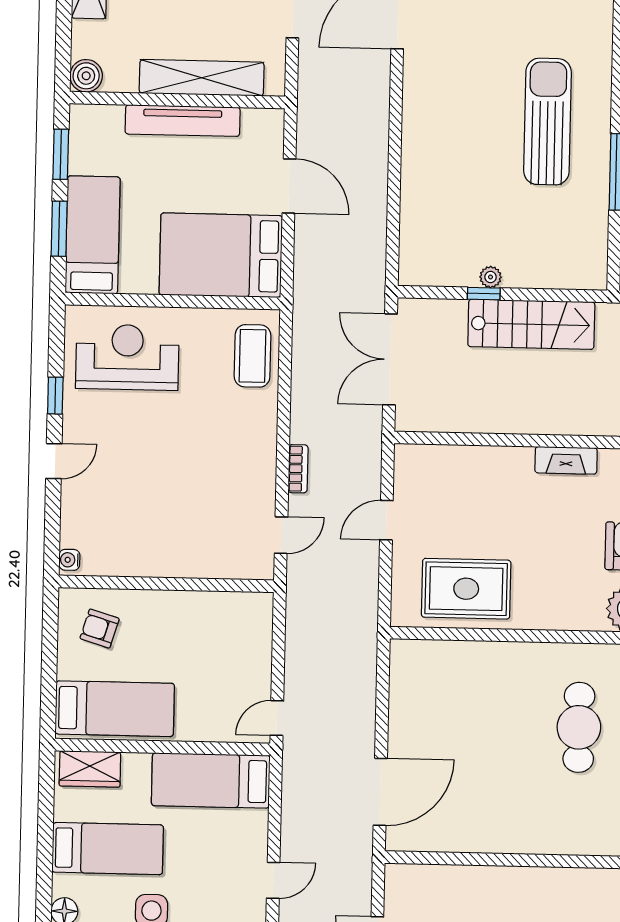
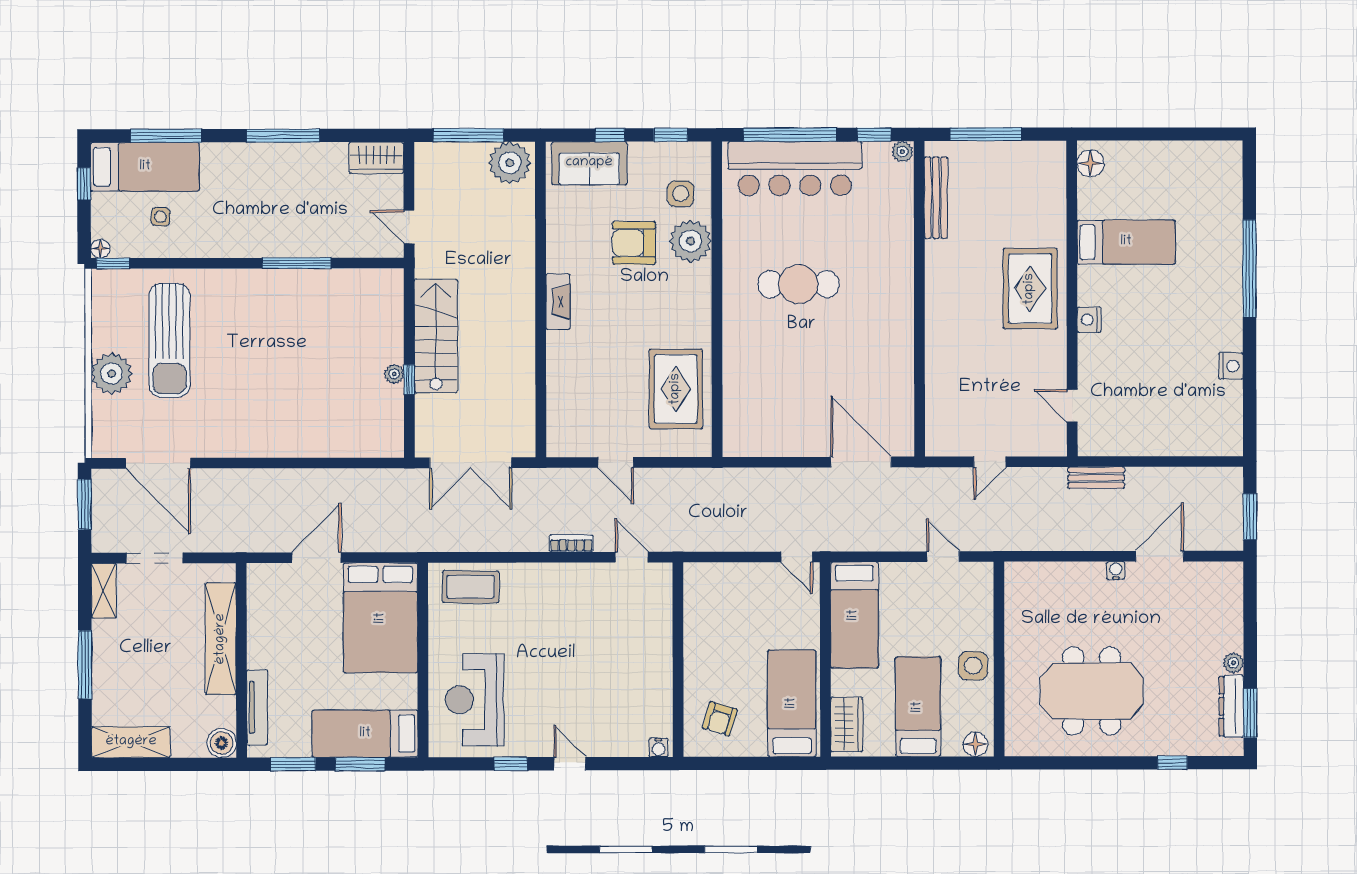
tv unit: (183, 121) -> (257, 707), moved, width x0.73, depth x0.78
sun lounger: (547, 122) -> (169, 340), moved, turned -90

